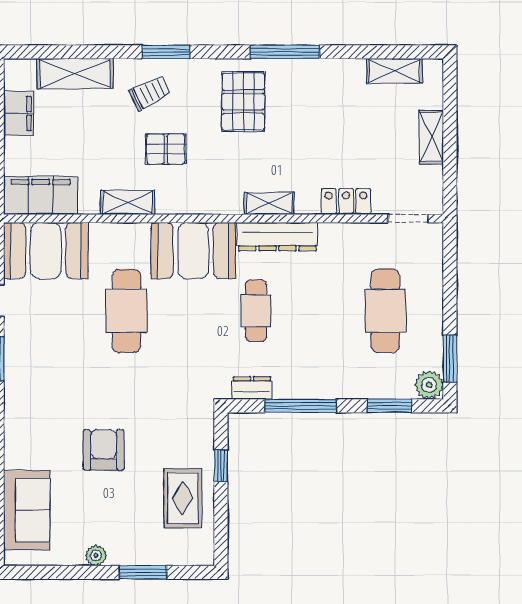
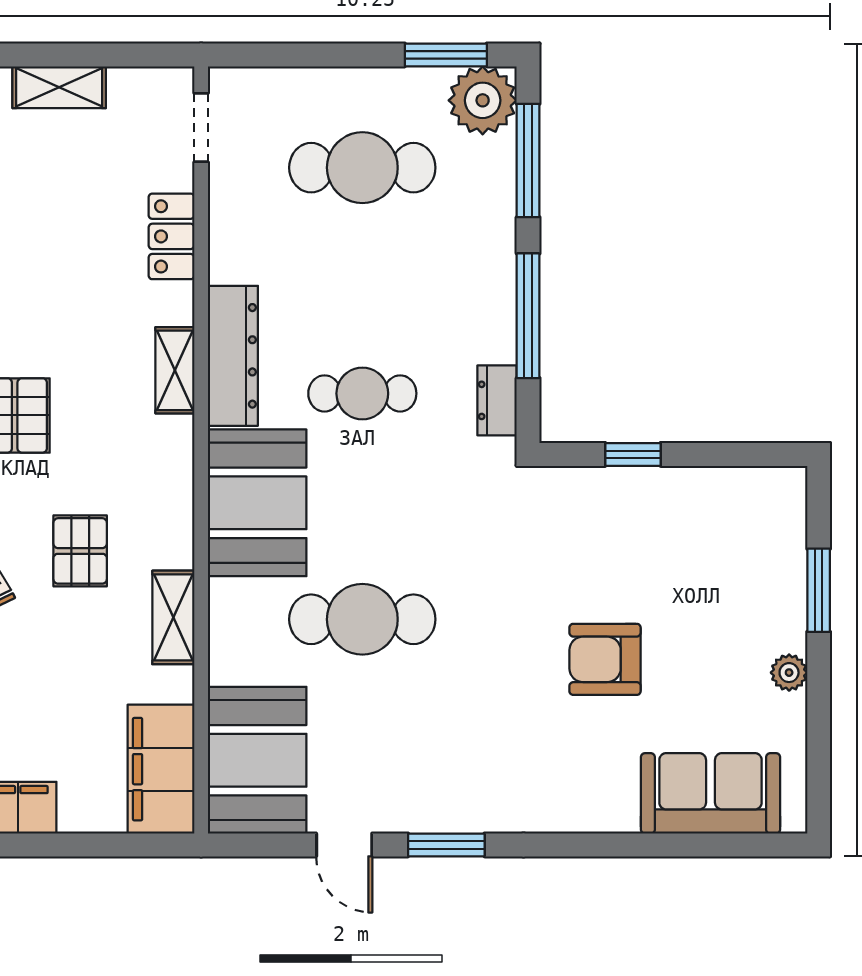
plant: (429, 385) -> (483, 100), width x1.36, depth x1.36
window: (389, 406) -> (528, 161), width x1.44
rug: (183, 498) -> (689, 521), removed

